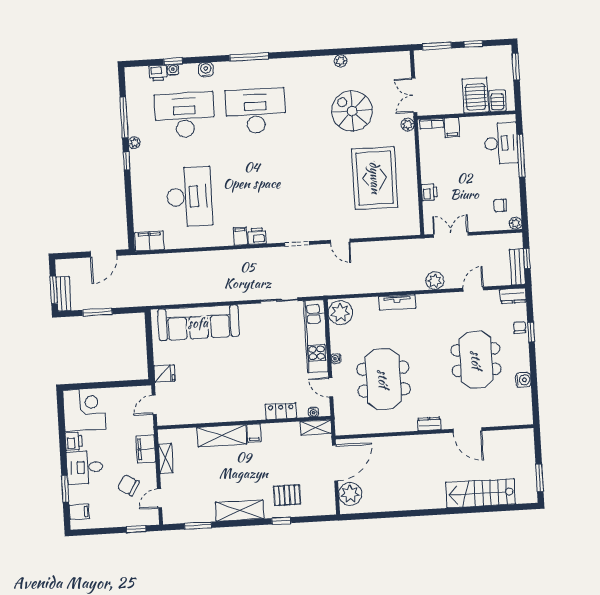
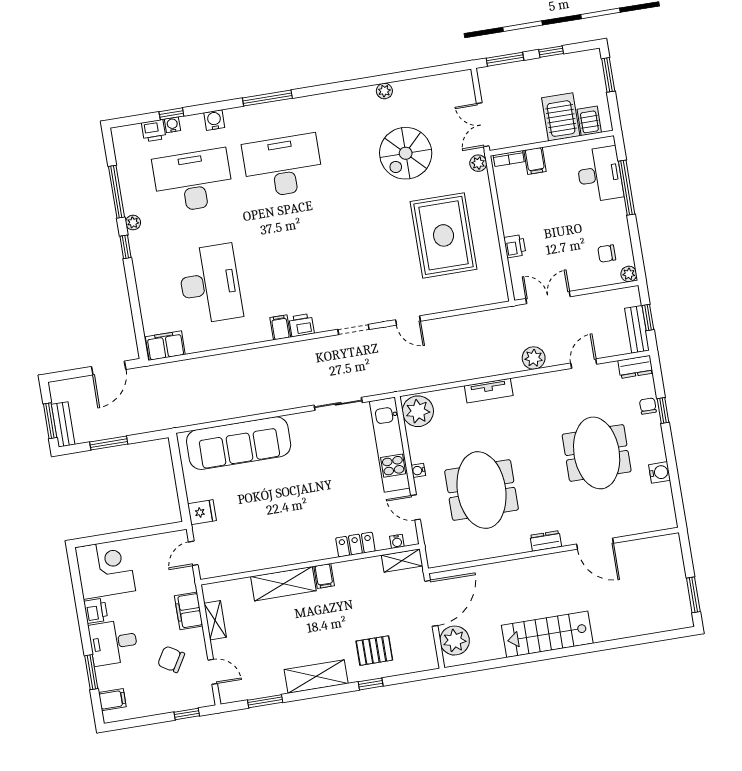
spiral stairs: (352, 111) -> (406, 153), turned -90
stairs: (481, 493) -> (547, 634), moved
door: (160, 498) -> (213, 672), swing flipped

